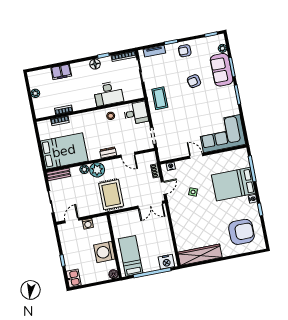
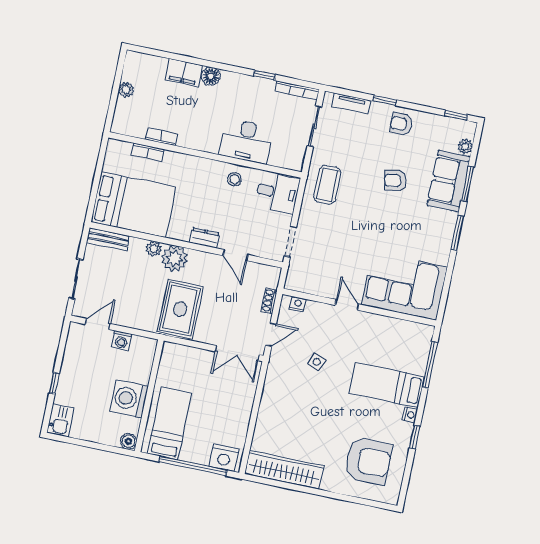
floor lamp: (95, 64) -> (211, 76), moved
bed: (233, 184) -> (387, 385), width x0.67

